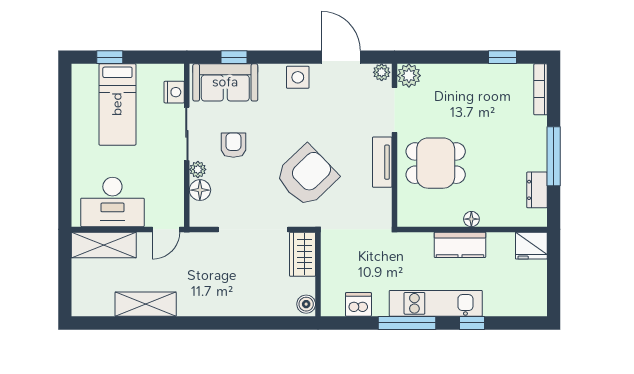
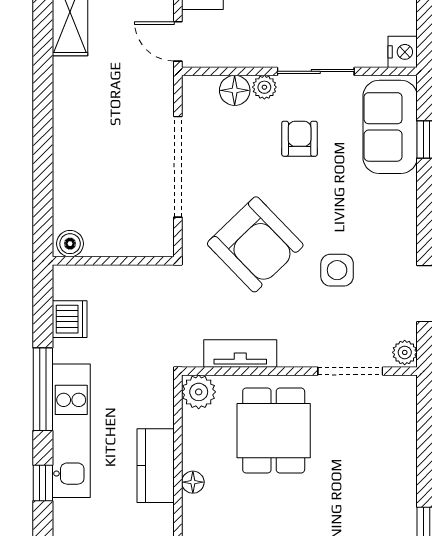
plant: (409, 76) -> (199, 392), moved
side table: (298, 77) -> (337, 270), moved
nightstand: (174, 92) -> (403, 52), moved, turned -90
armchair: (233, 145) -> (300, 139), turned -90
tv unit: (382, 162) -> (240, 353), moved
wardrobe: (303, 254) -> (142, 238), removed

